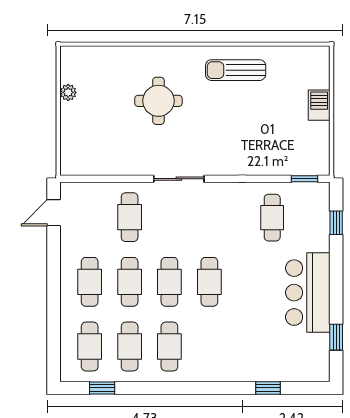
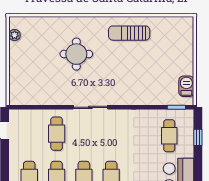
plant: (68, 92) -> (15, 35), moved
barbecue: (319, 105) -> (186, 86), moved
cafe table: (272, 218) -> (169, 136), moved

